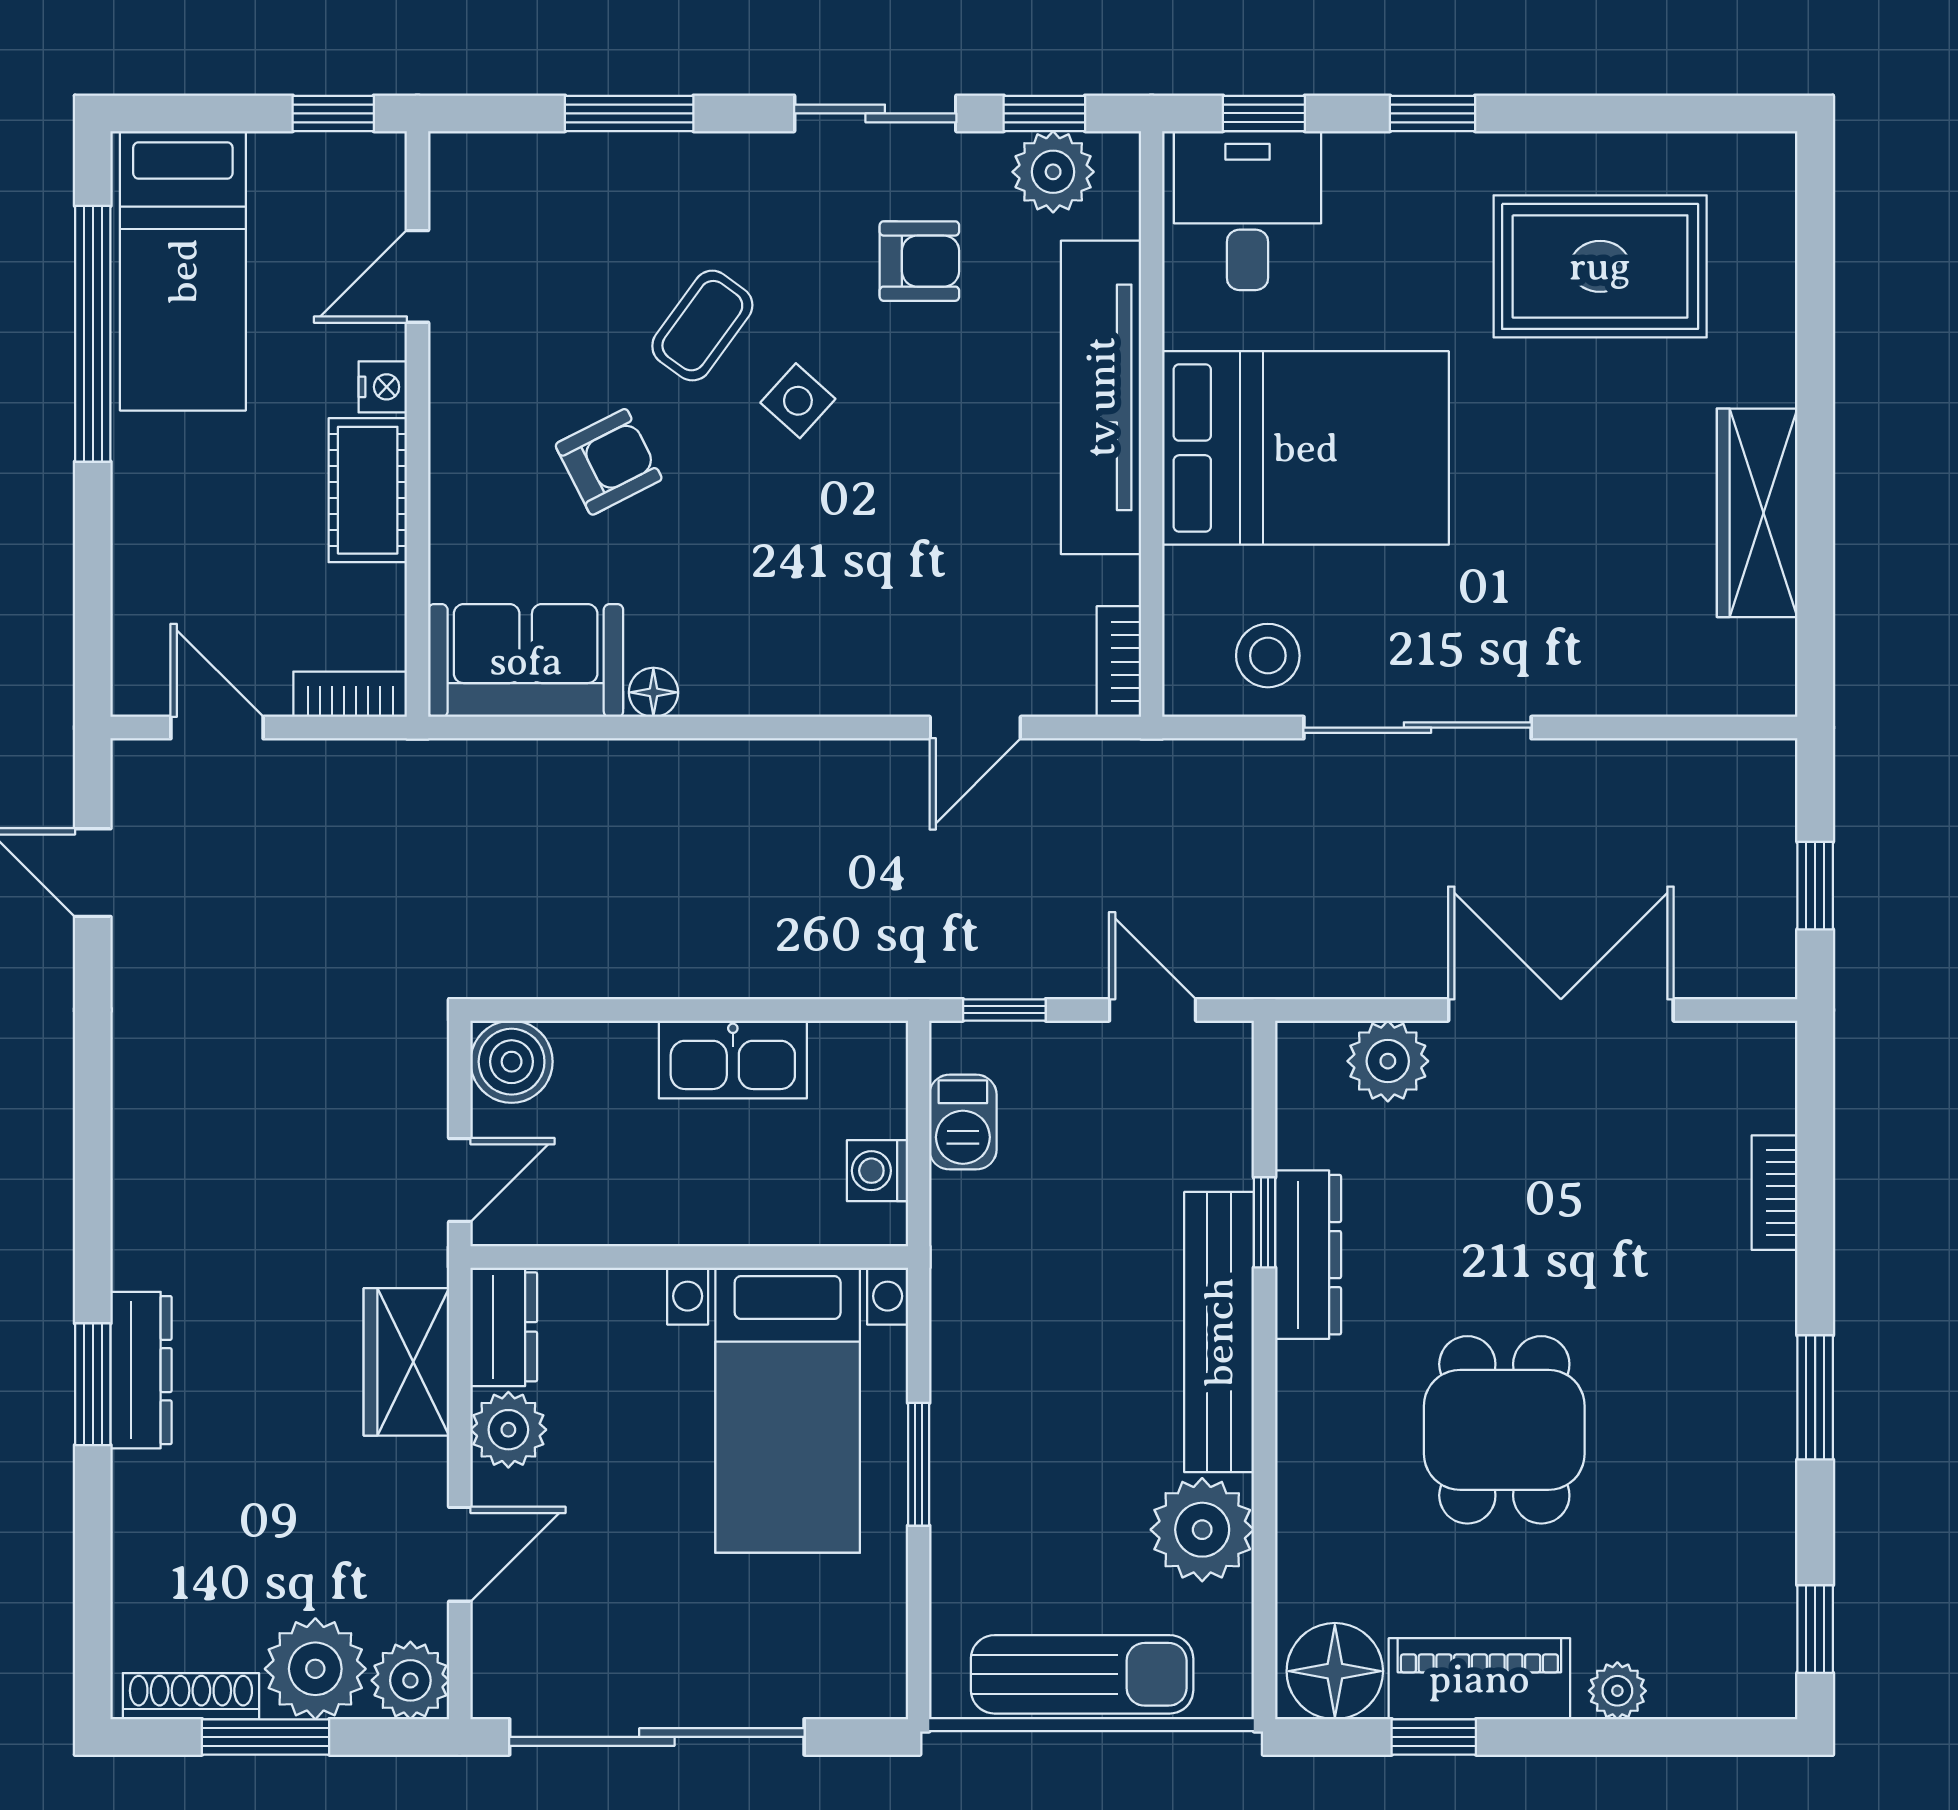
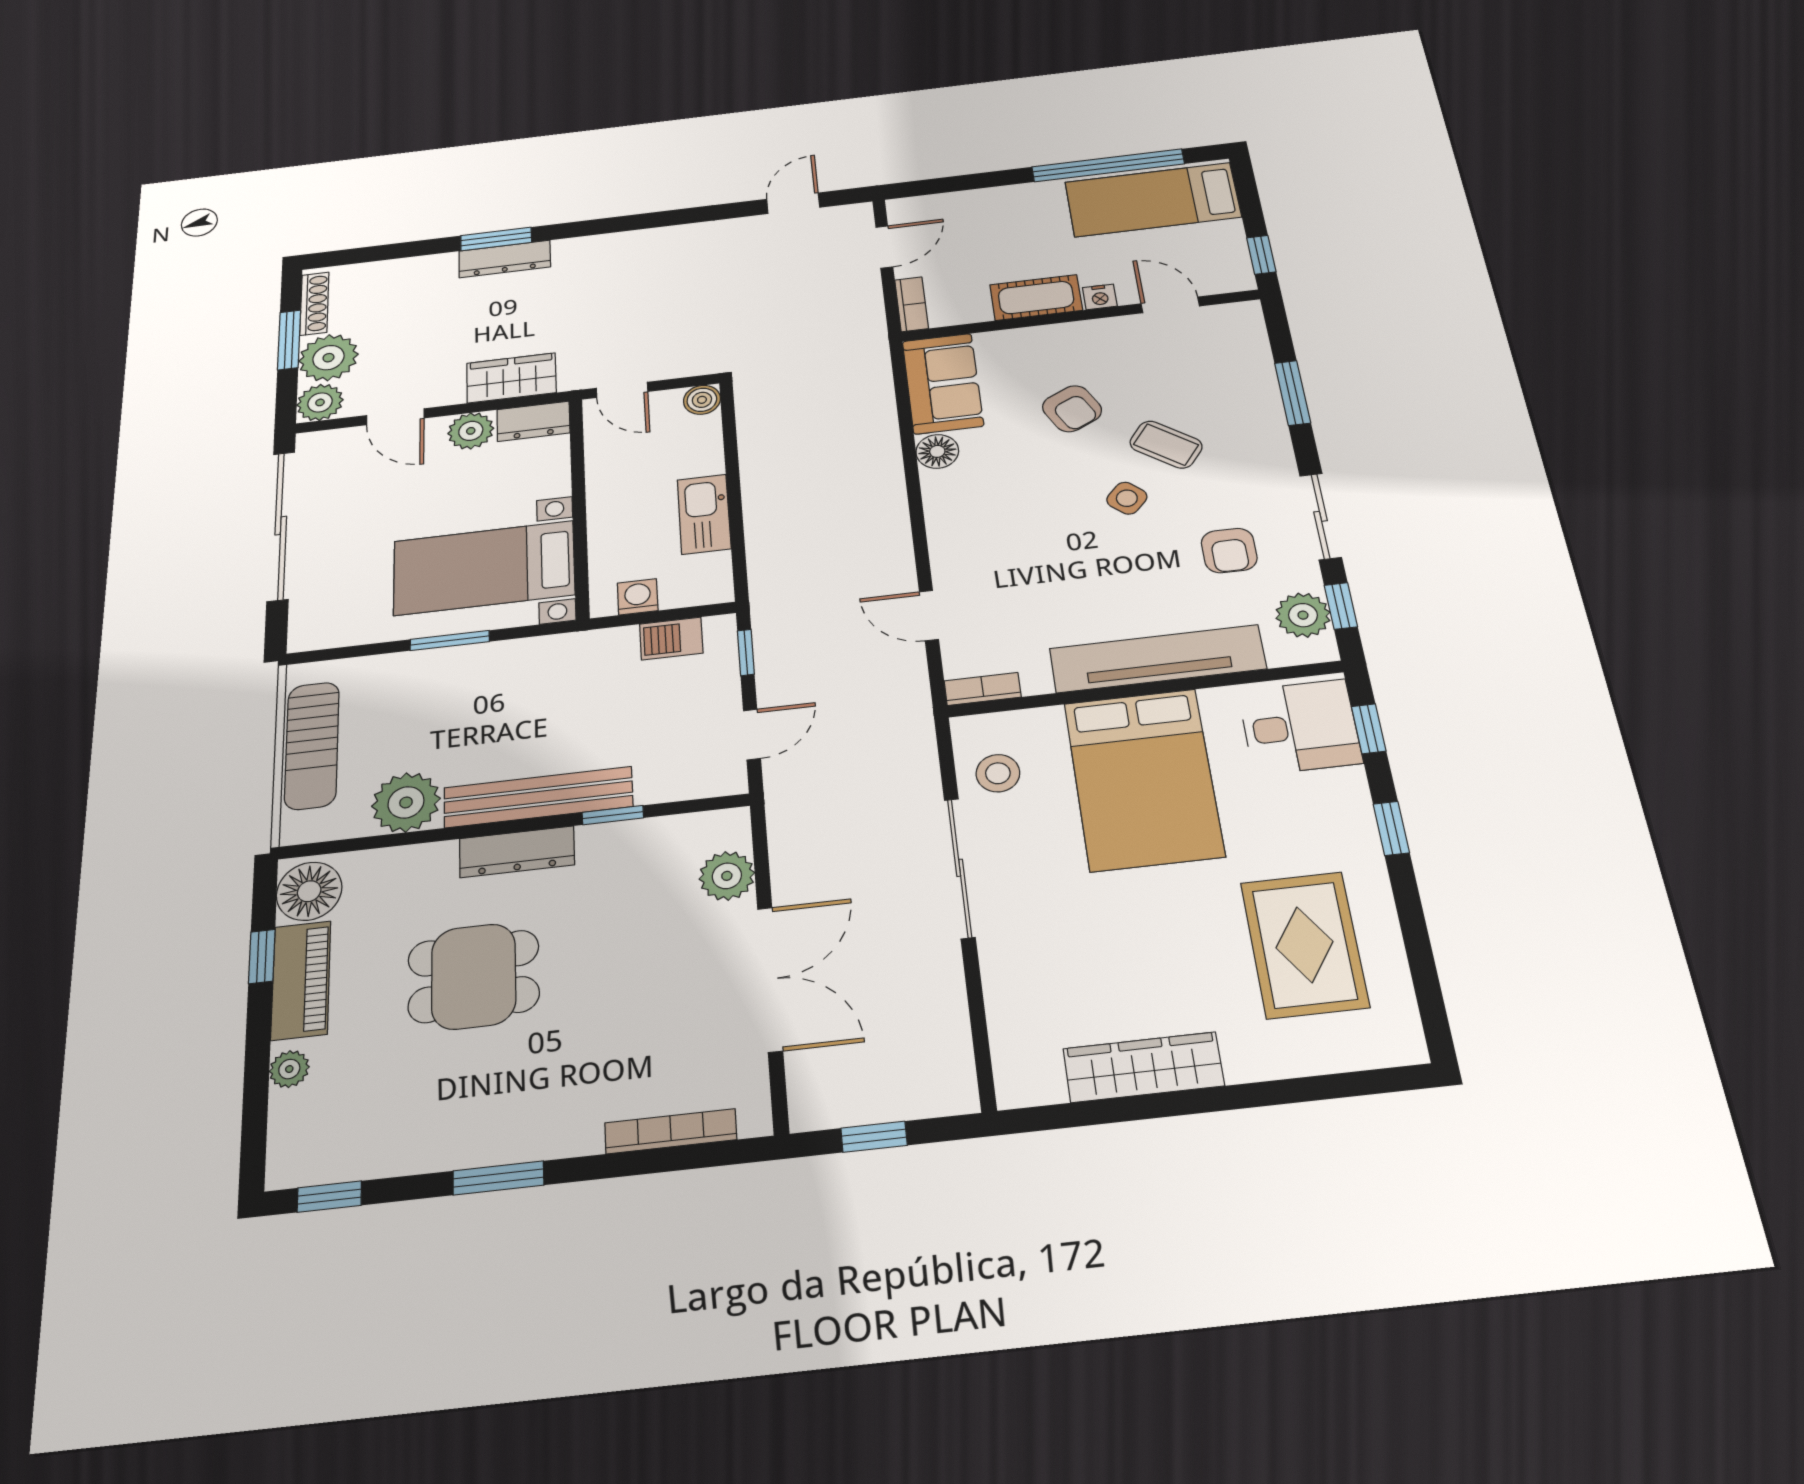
floor lamp: (653, 692) -> (937, 451), width x1.37, depth x1.37
boiler: (512, 1062) -> (702, 400), width x0.73, depth x0.73
bookcase: (1775, 1193) -> (671, 1131), width x1.56
dresser: (1308, 1255) -> (517, 852), moved

